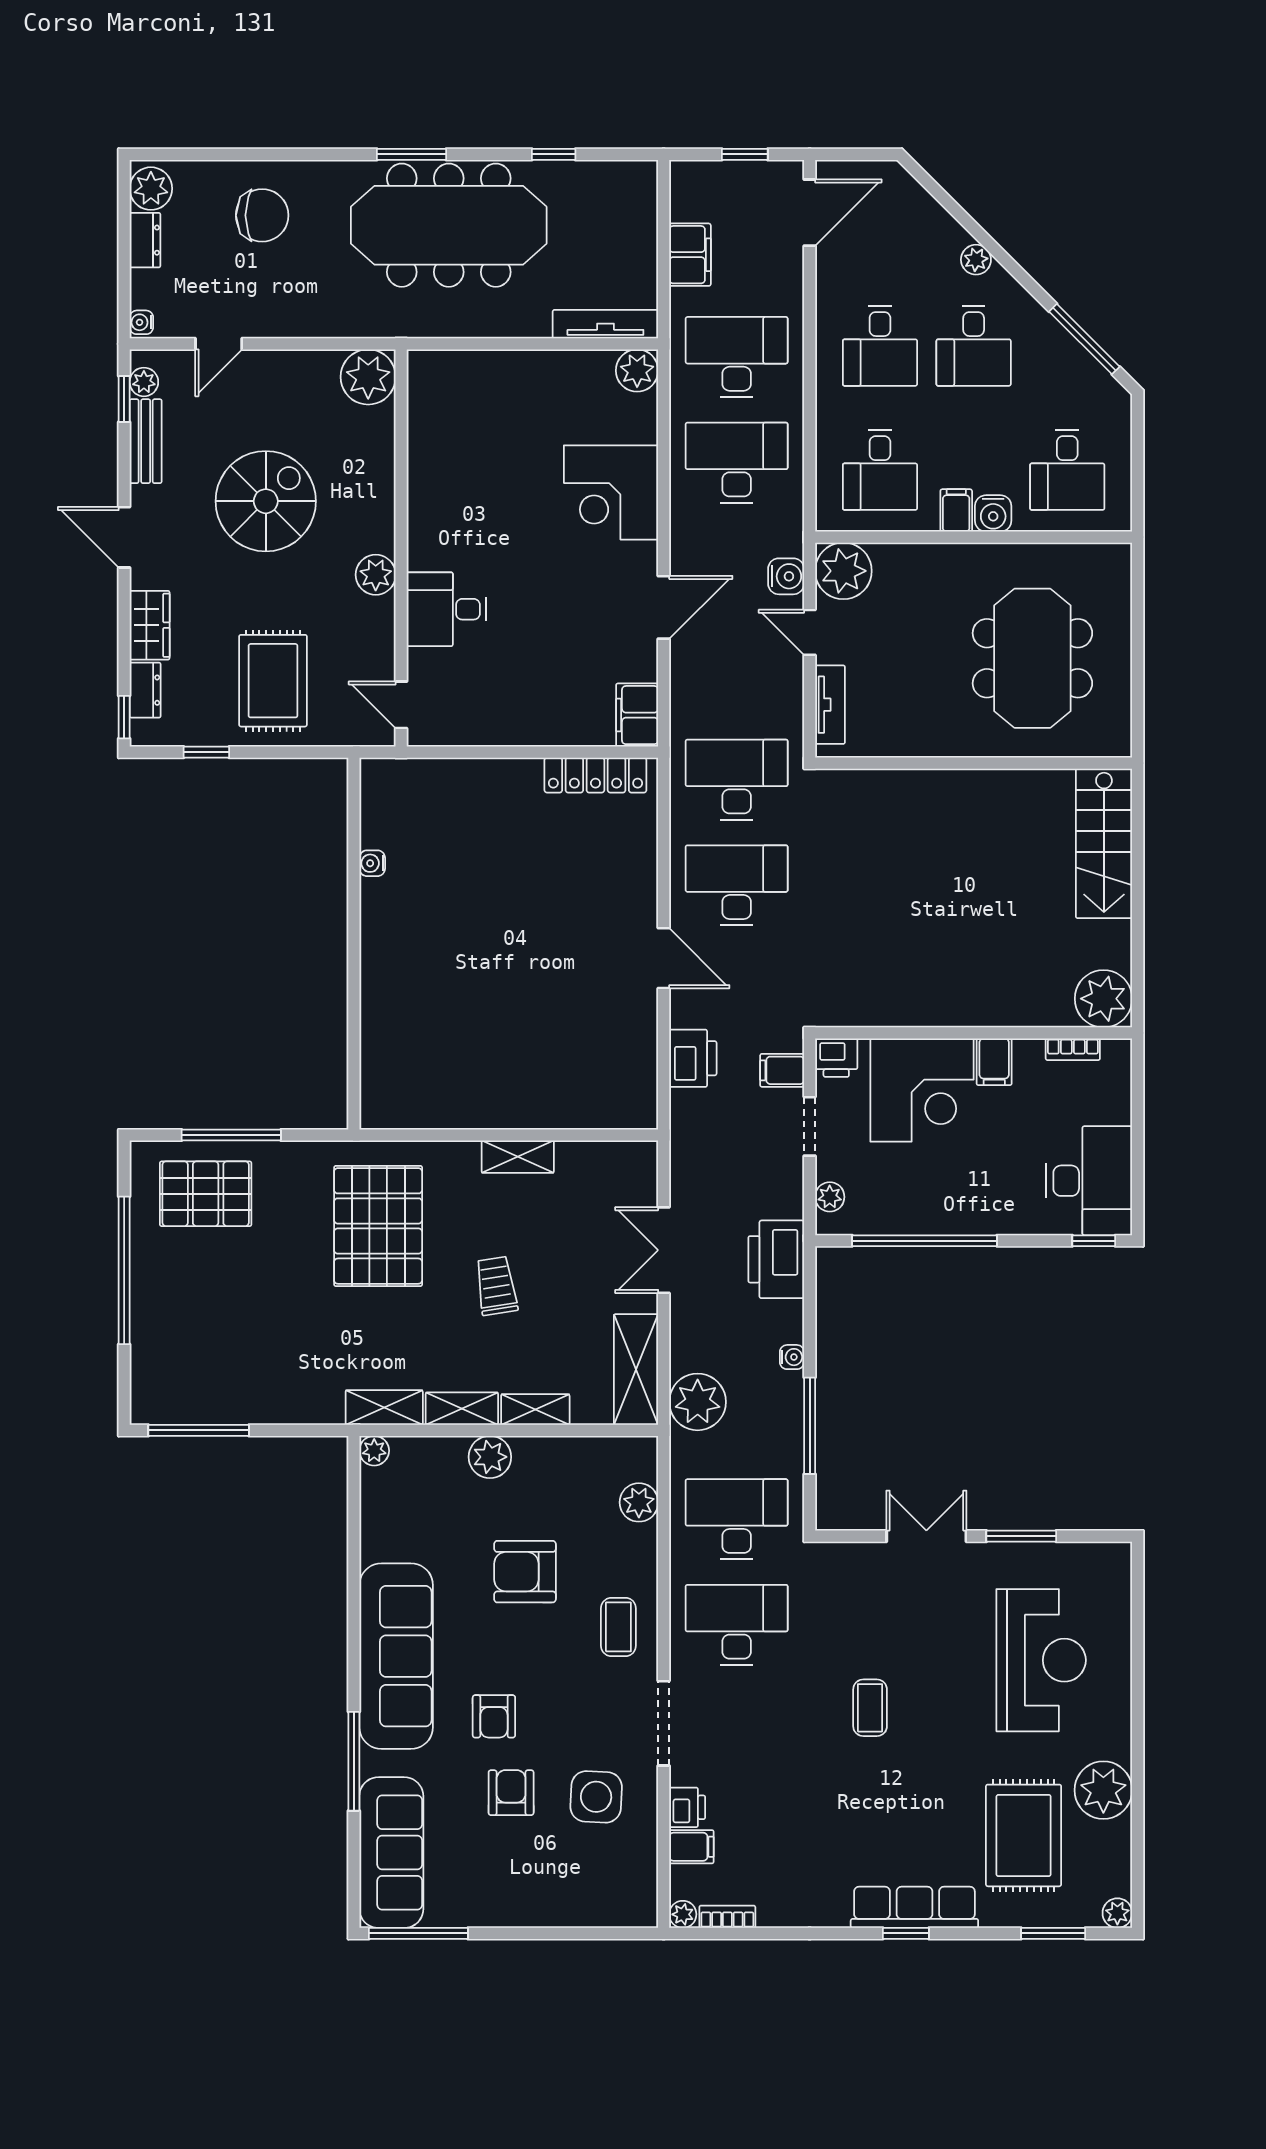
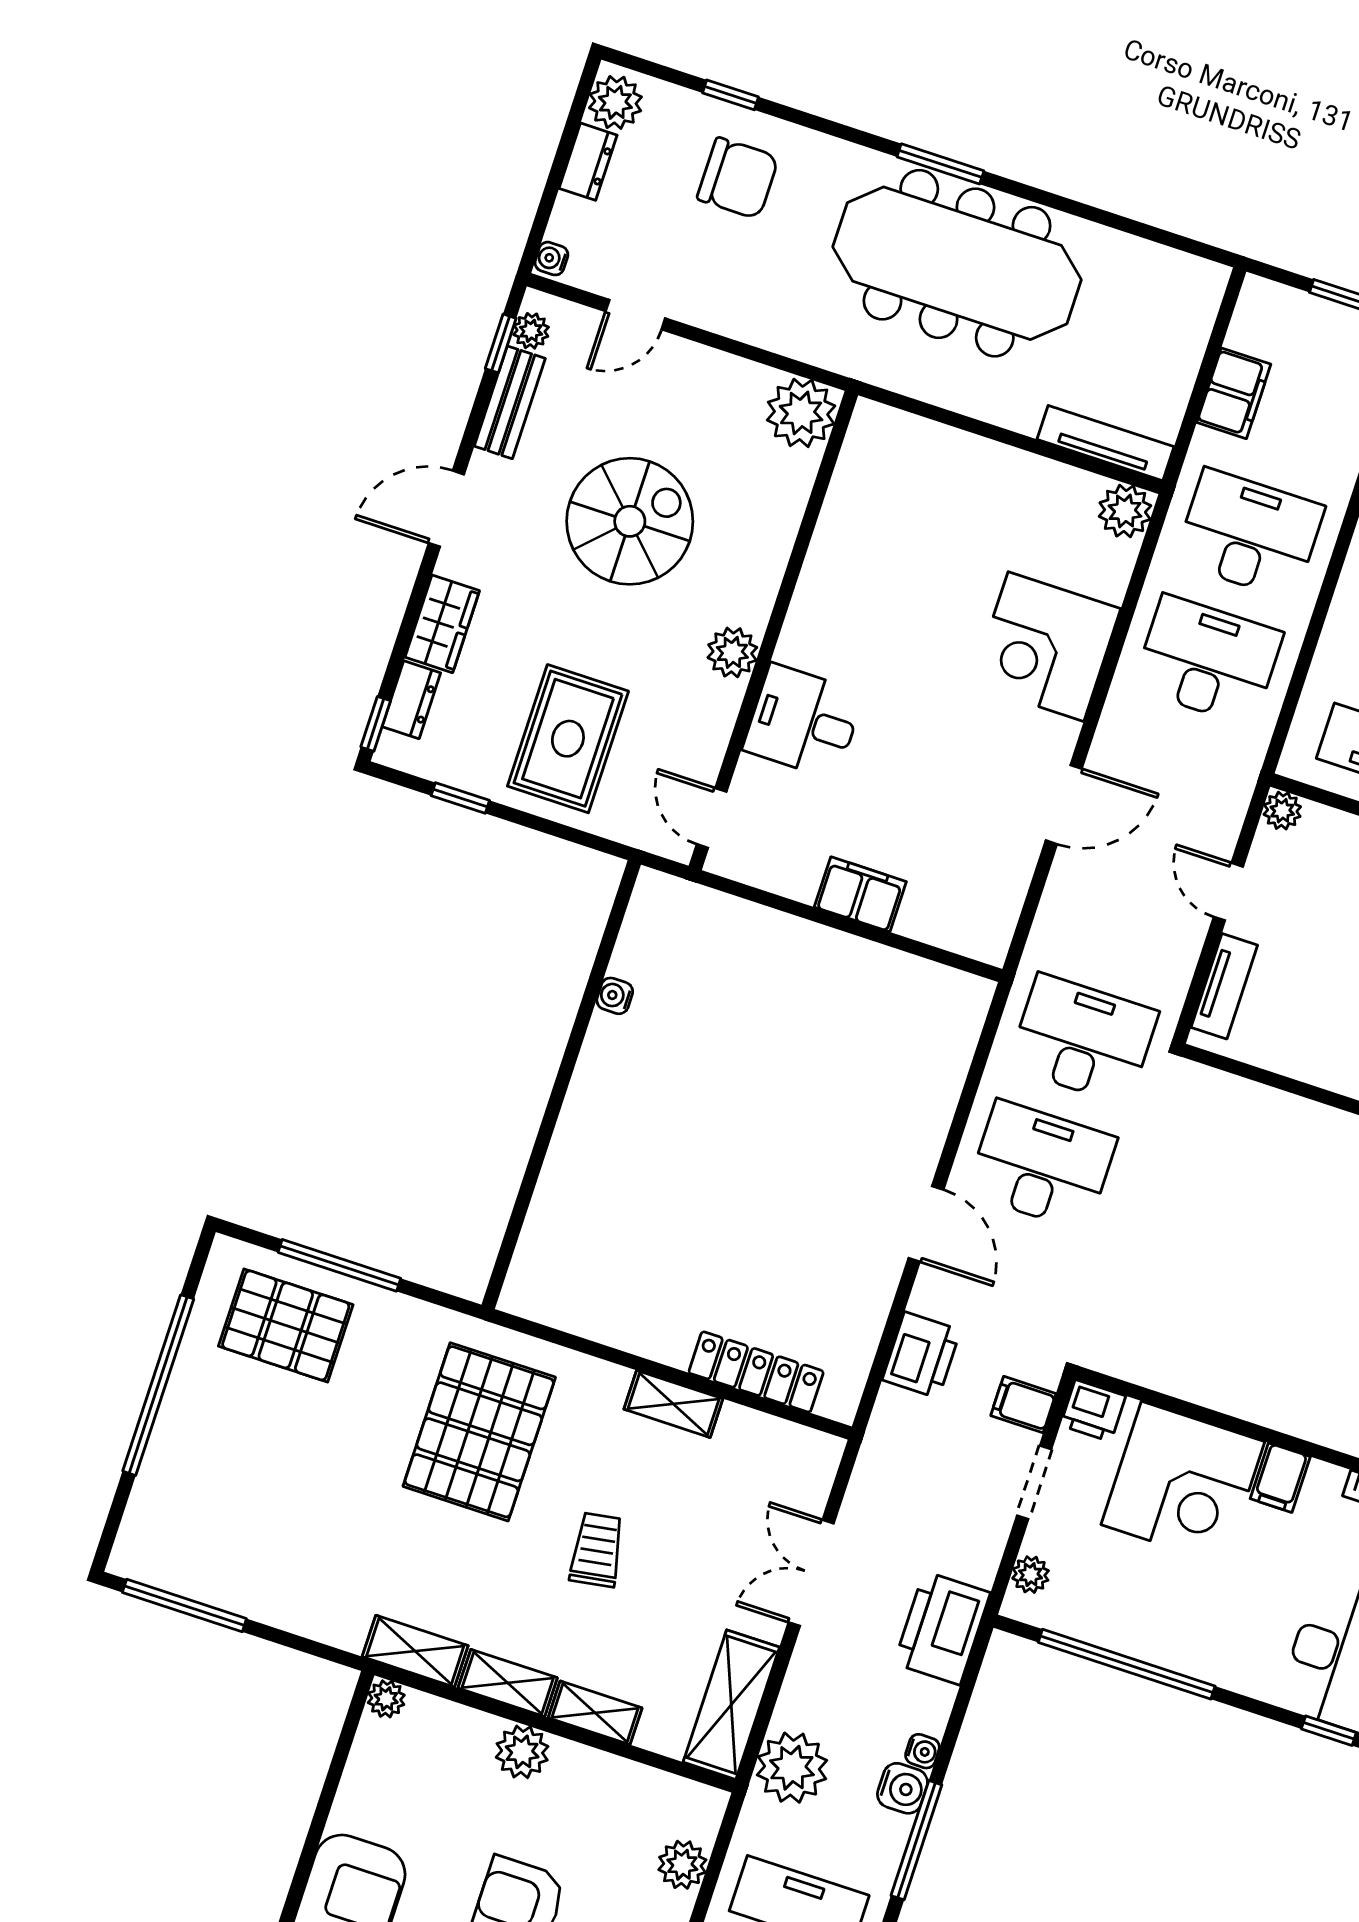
window: (554, 154) -> (730, 95), moved
door: (124, 537) -> (446, 509), hinge flipped
plant: (843, 571) -> (1282, 811), width x0.53, depth x0.53
water cooler: (786, 576) -> (902, 1788), moved
filing cabinet: (637, 715) -> (860, 894), moved, turned 90
locker: (595, 775) -> (756, 1372), moved, turned 180

